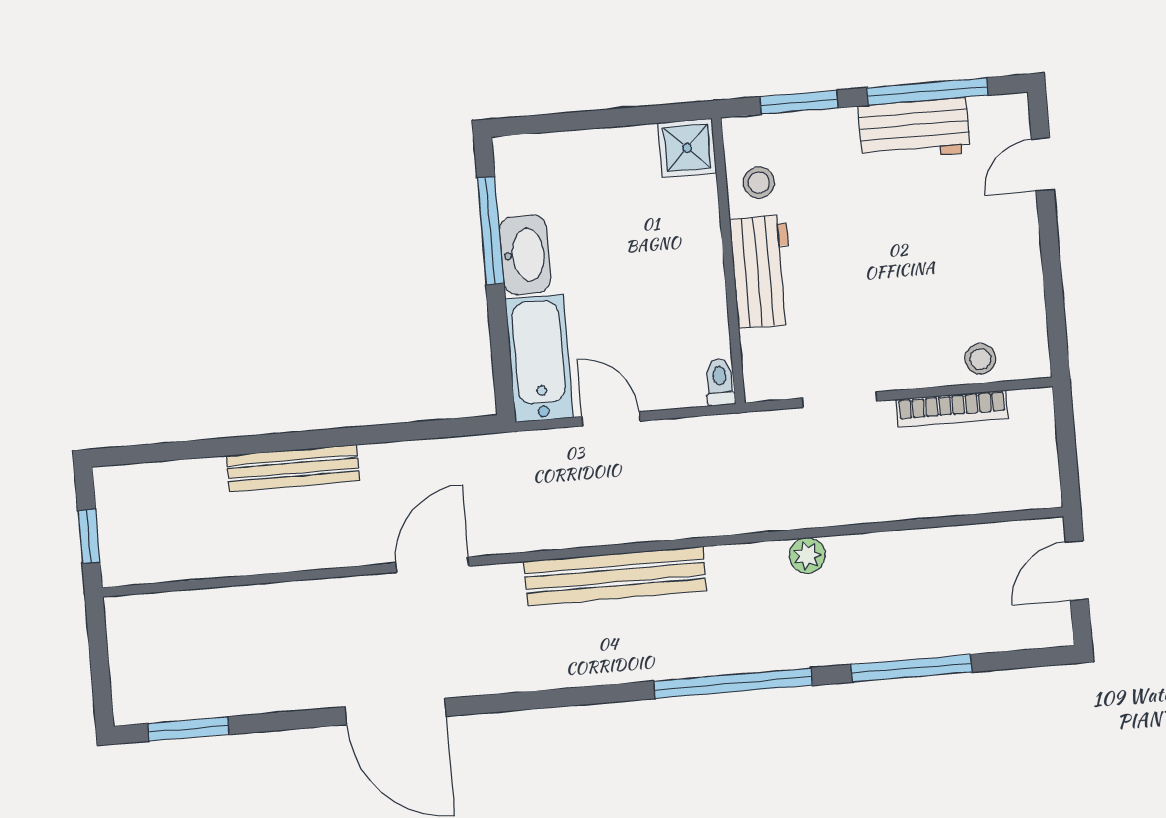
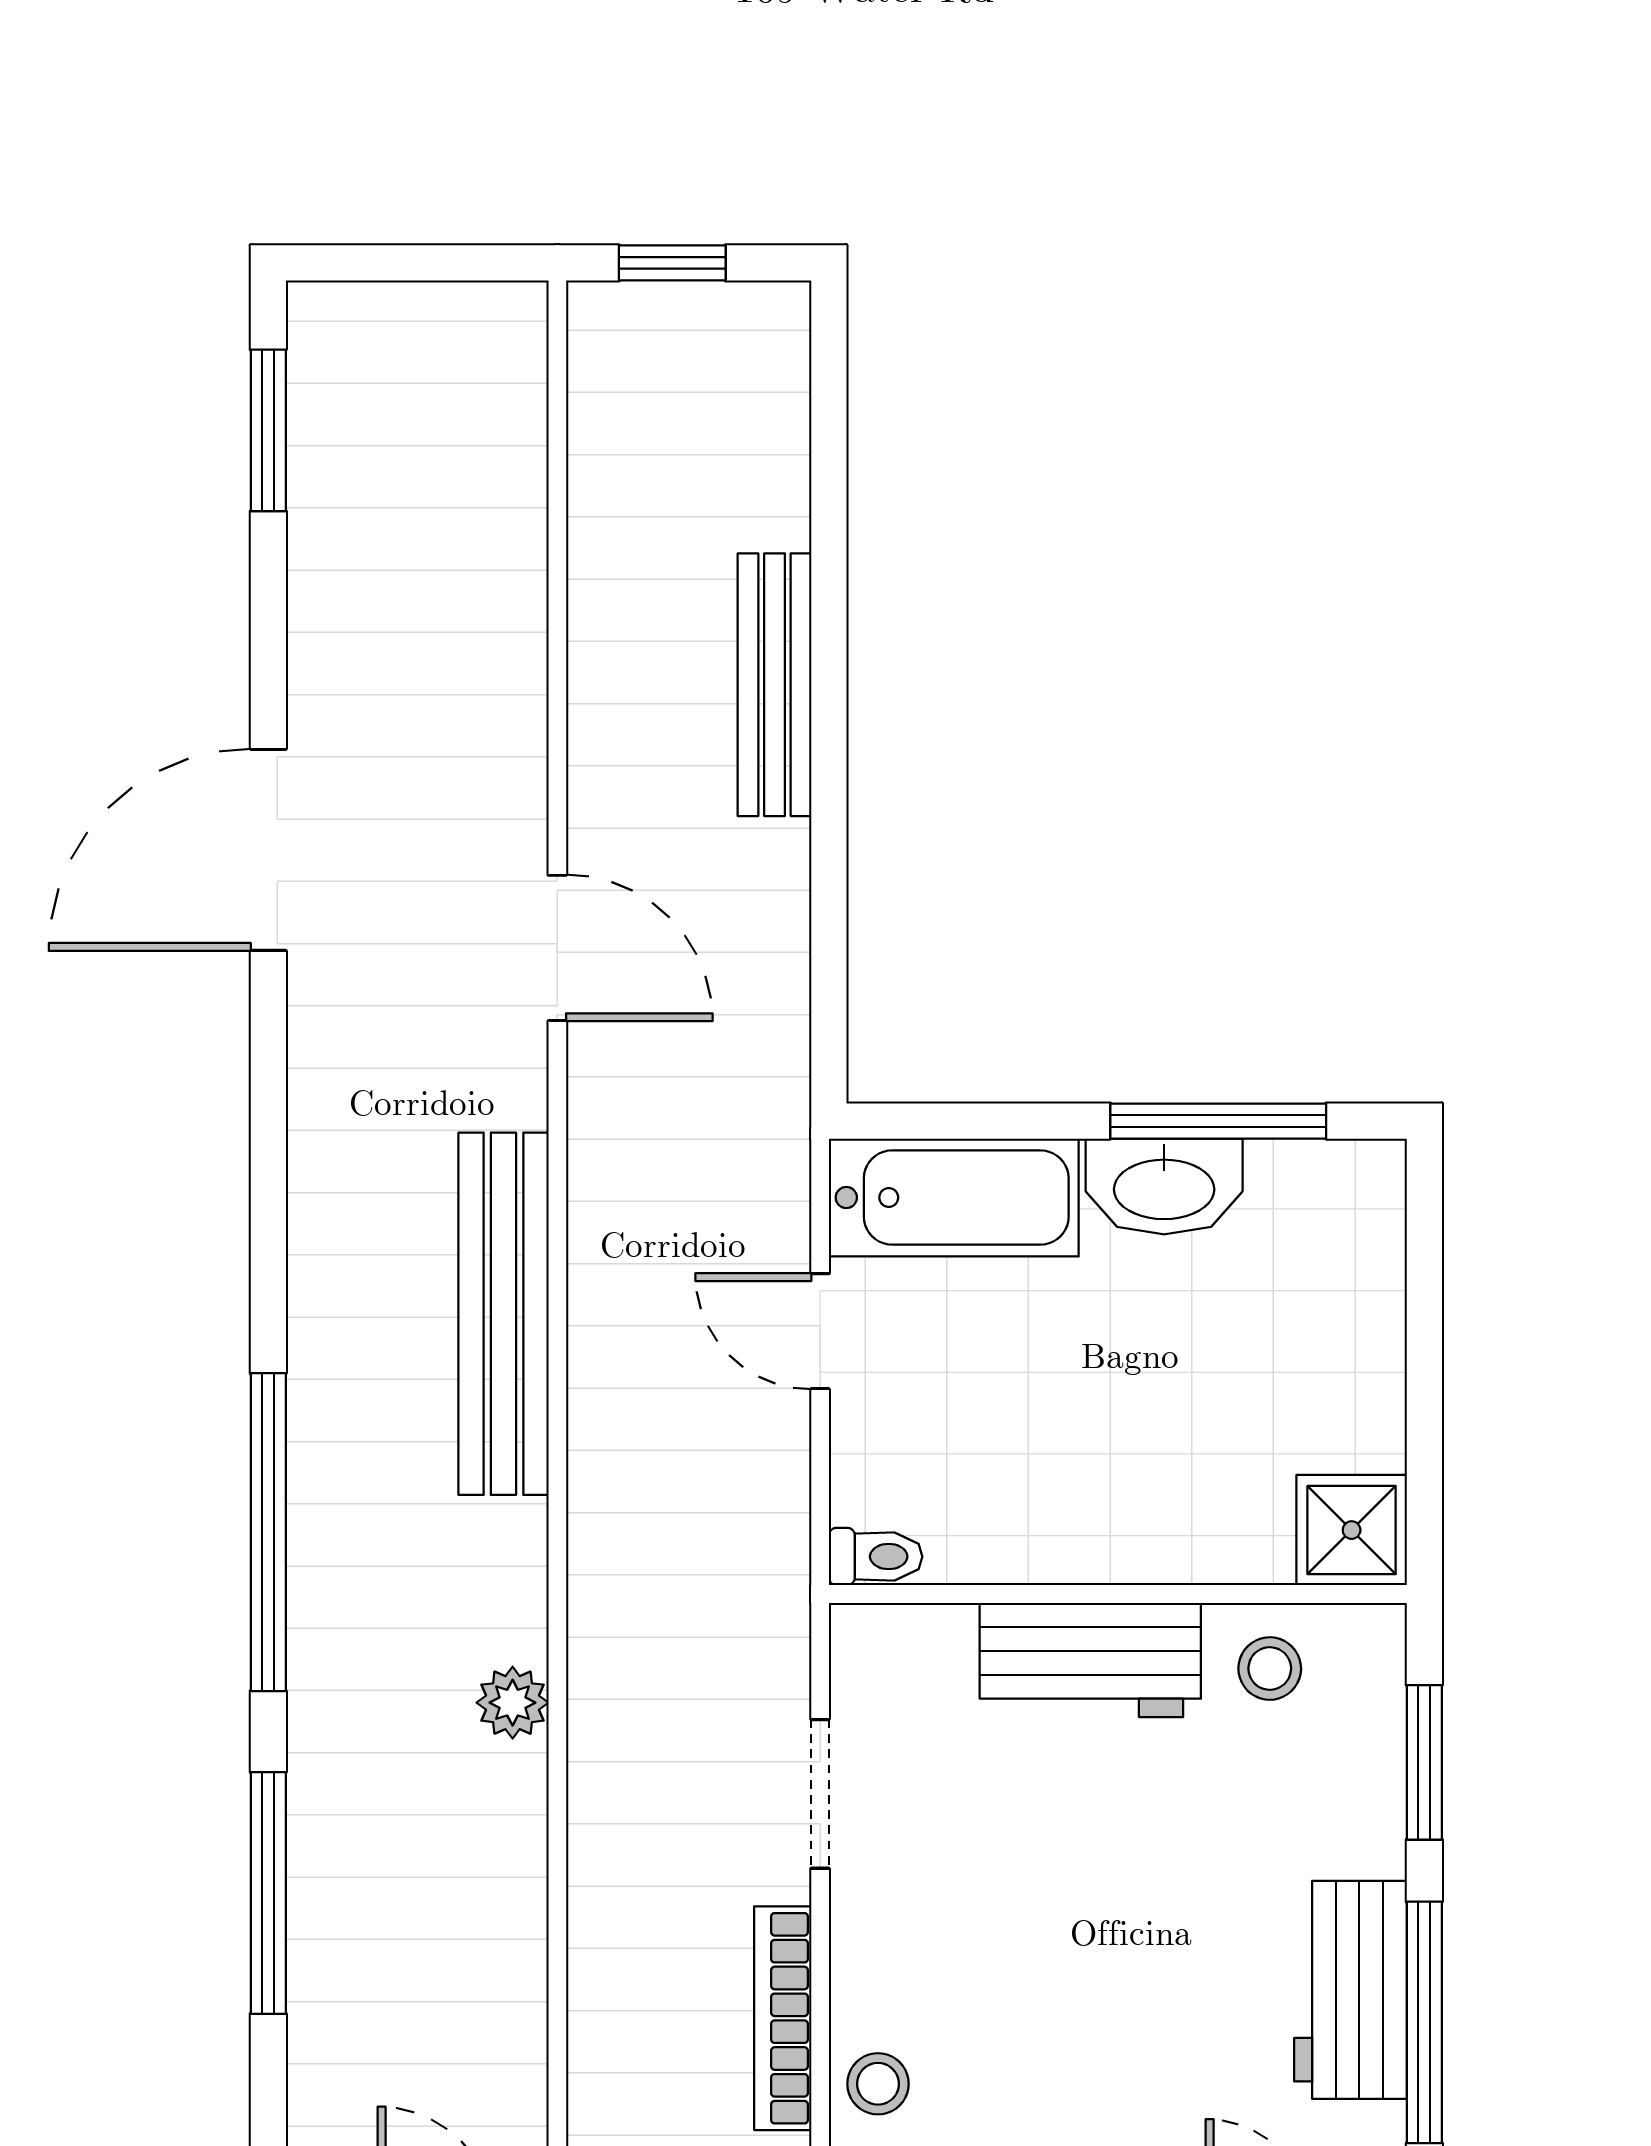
door: (611, 419) -> (820, 1331), swing flipped

